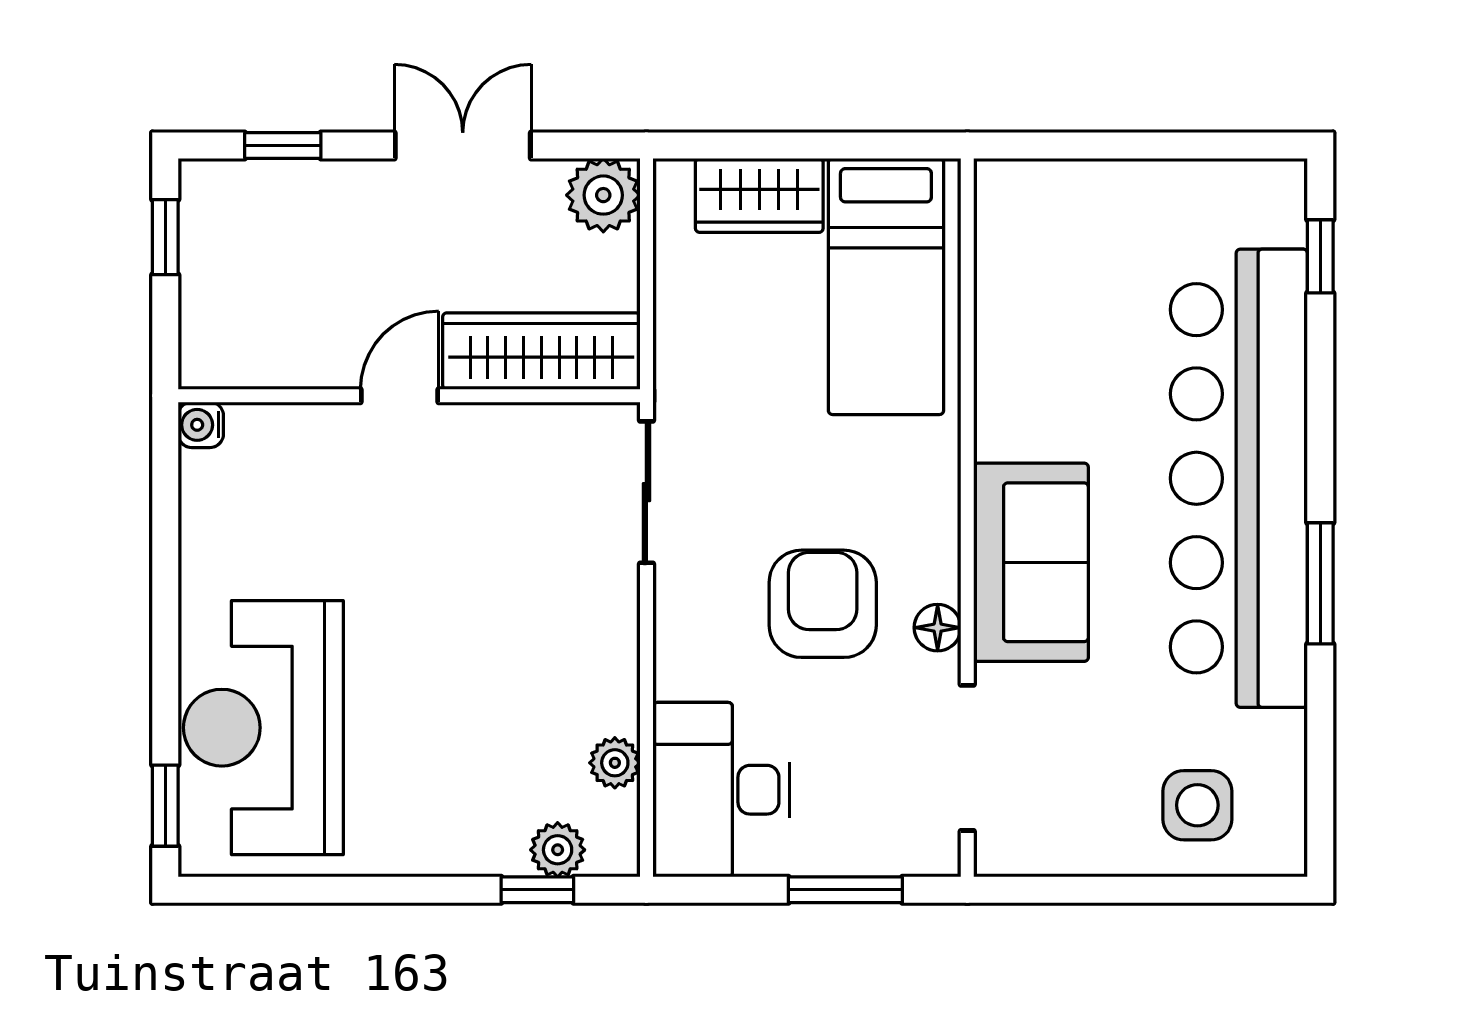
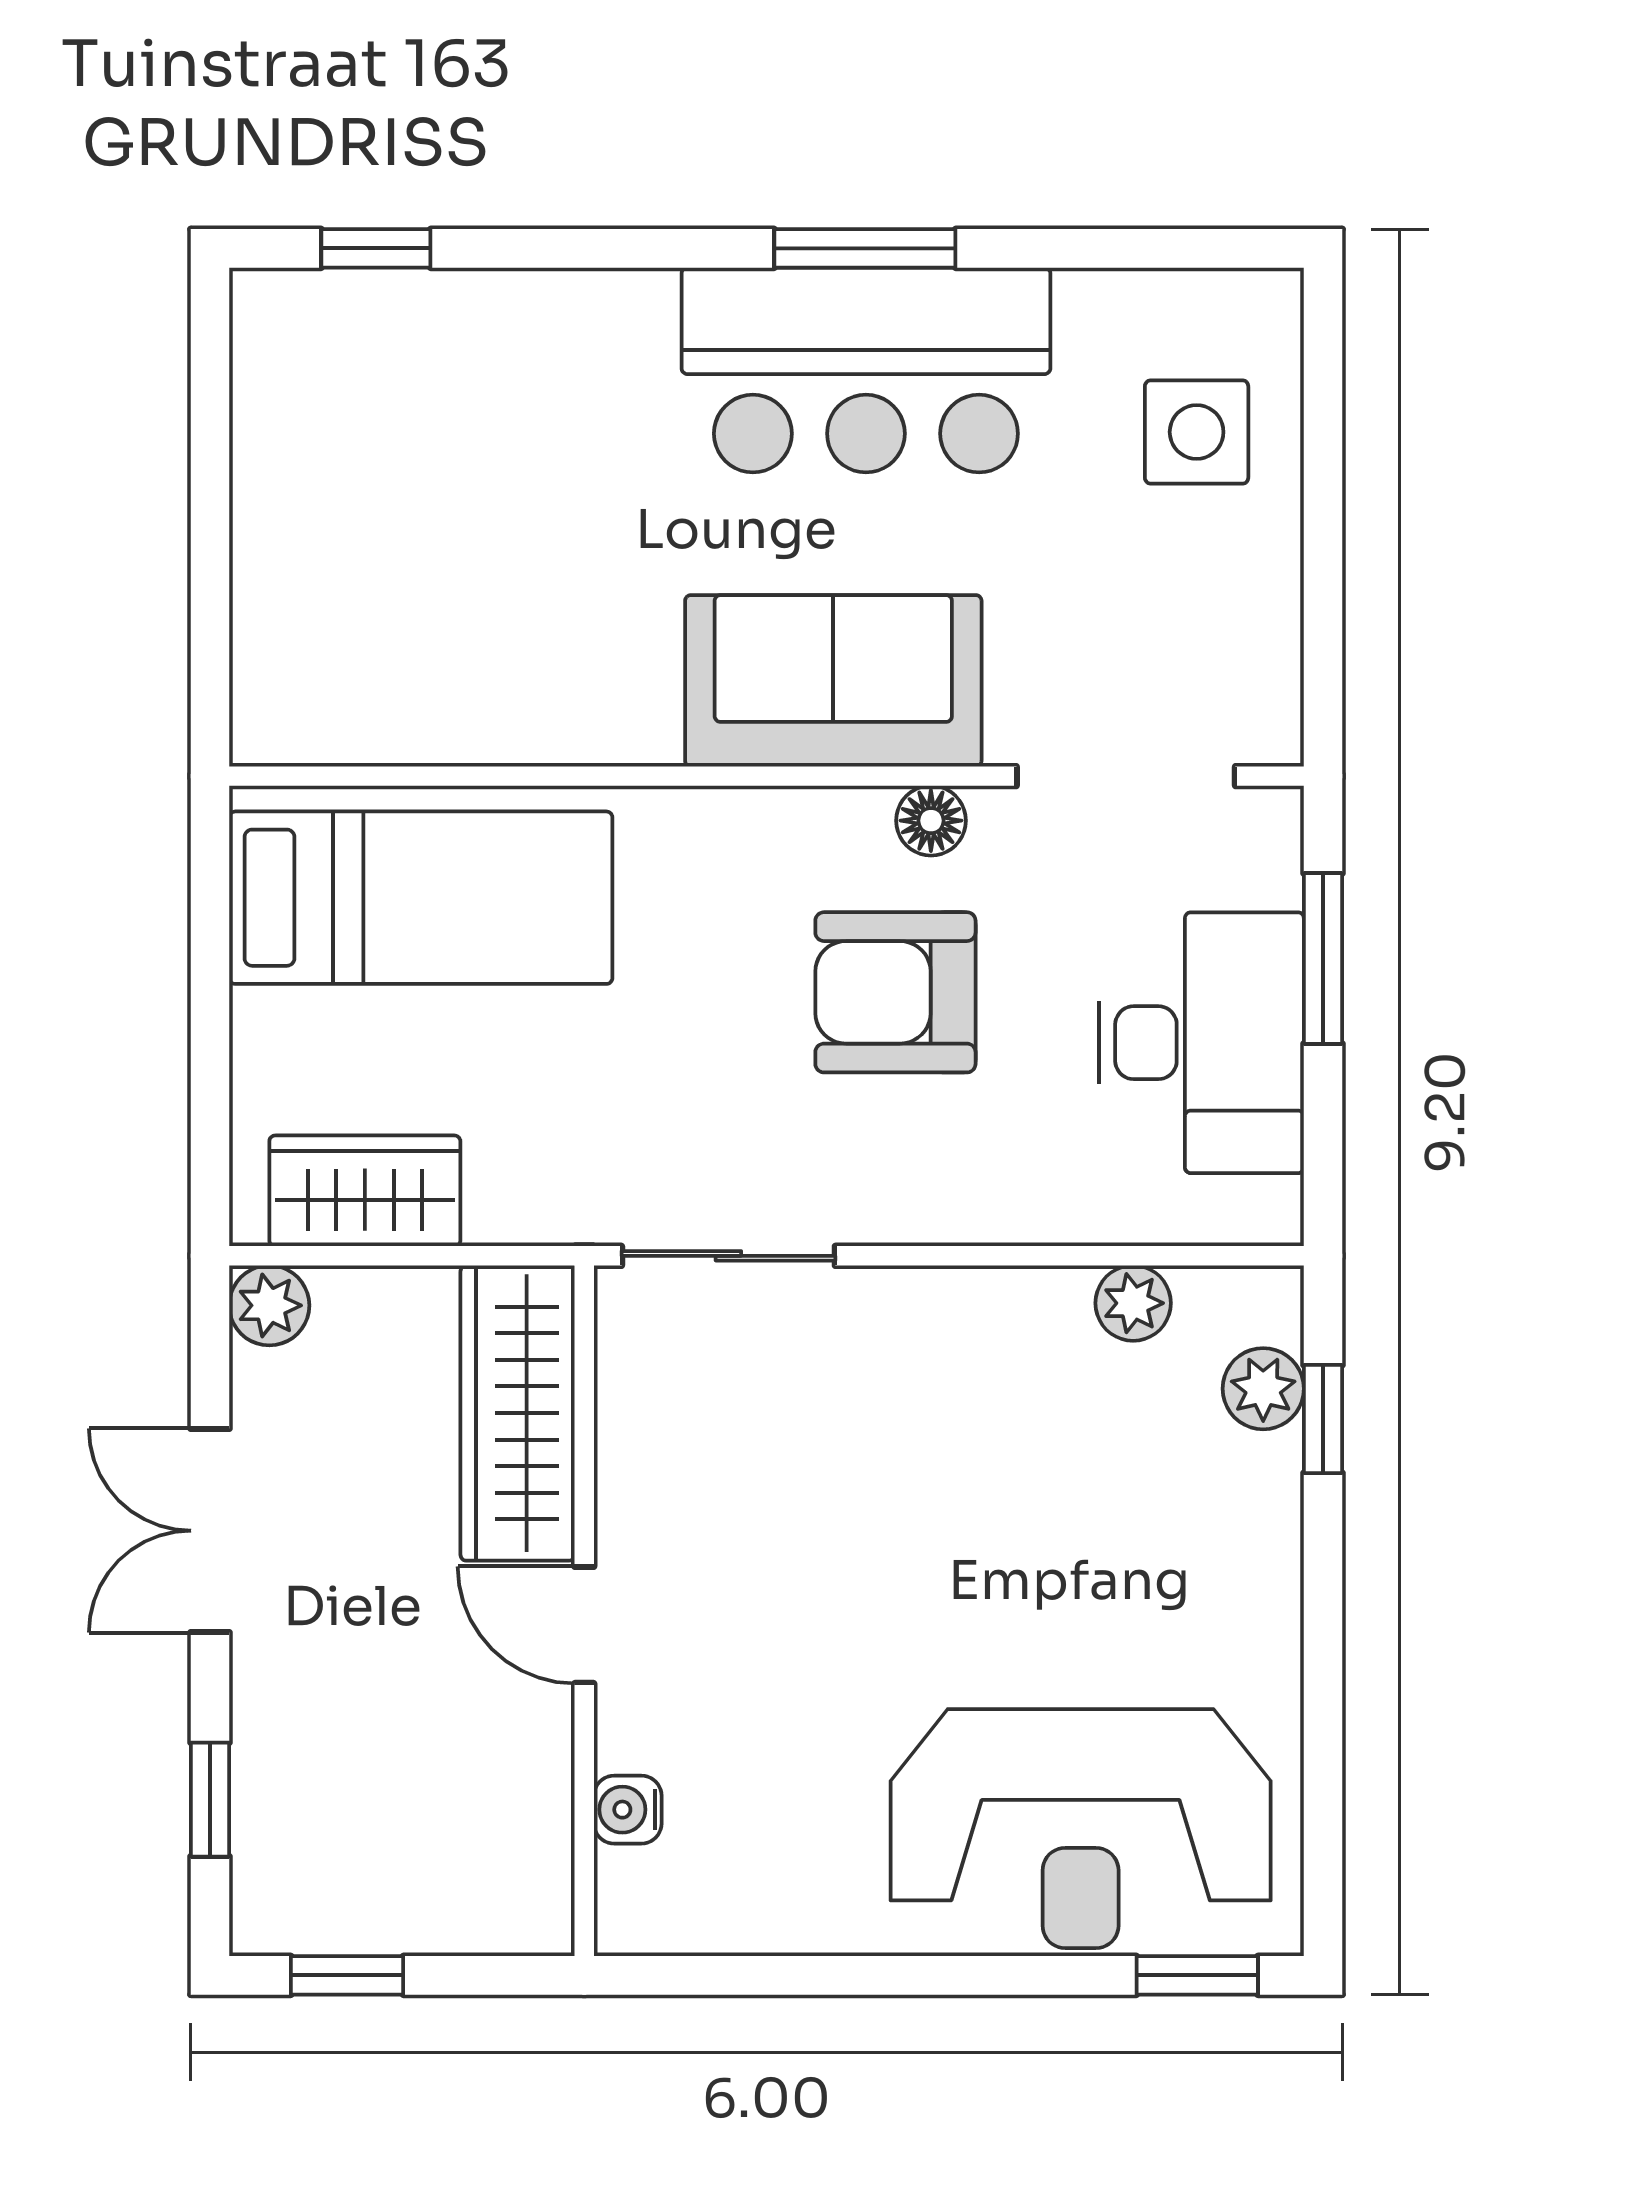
plant: (603, 195) -> (269, 1305), width x0.73, depth x0.73
wardrobe: (759, 195) -> (365, 1191), moved, turned -90
water cooler: (201, 425) -> (628, 1810), moved, turned 90
bar counter: (1239, 478) -> (866, 370), width x0.54
desk: (721, 790) -> (1201, 1043), moved, turned -90

